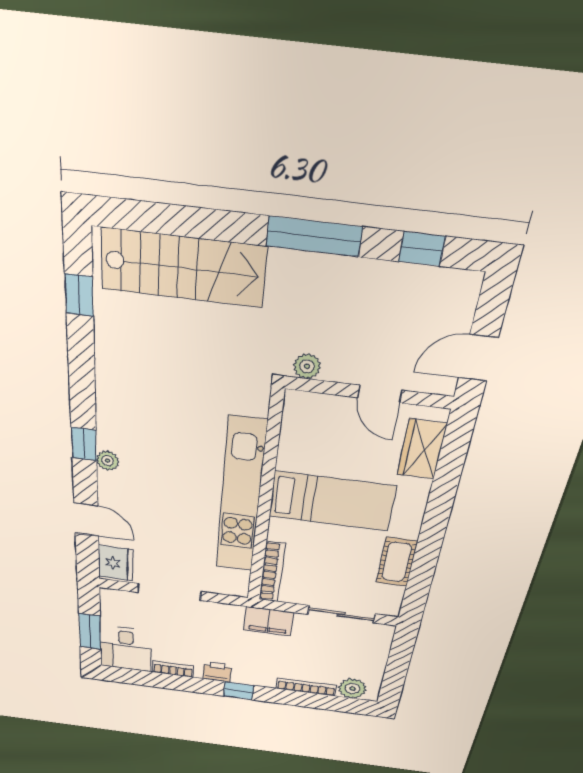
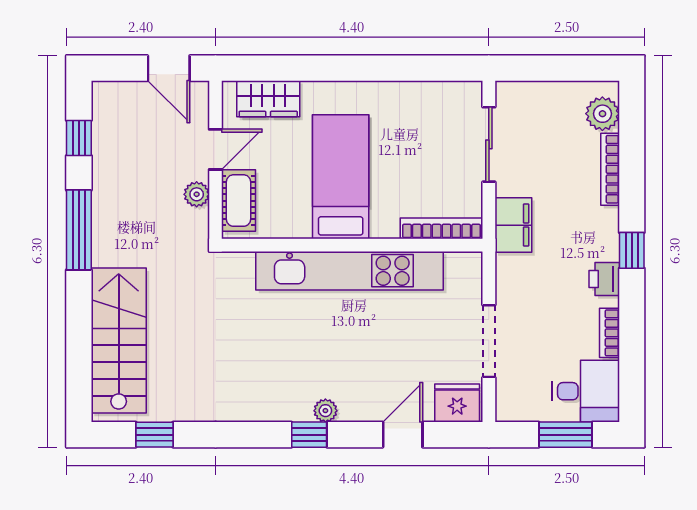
plant: (307, 366) -> (197, 194), moved
cot: (397, 562) -> (239, 201), moved, turned 90

